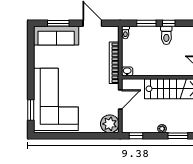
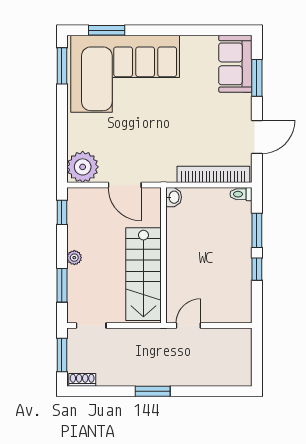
toilet: (166, 35) -> (236, 265), removed
sofa: (56, 36) -> (235, 64), width x0.73
bookcase: (114, 63) -> (213, 174), moved
window: (51, 136) -> (62, 66), added

